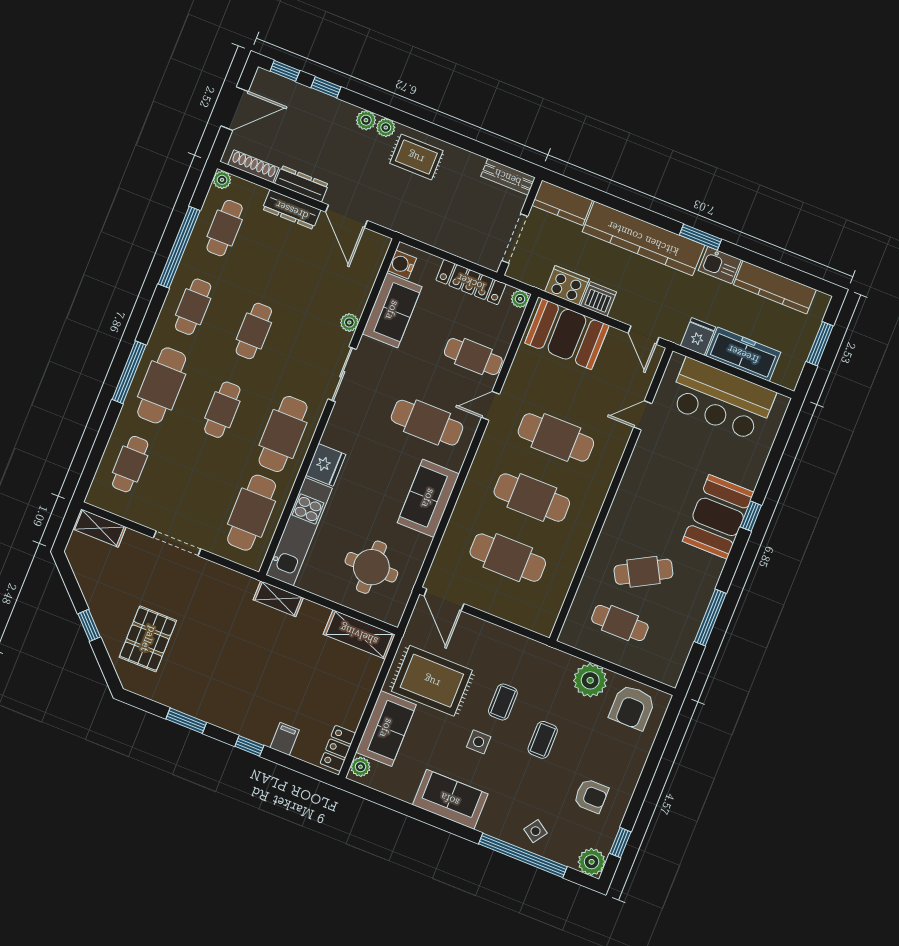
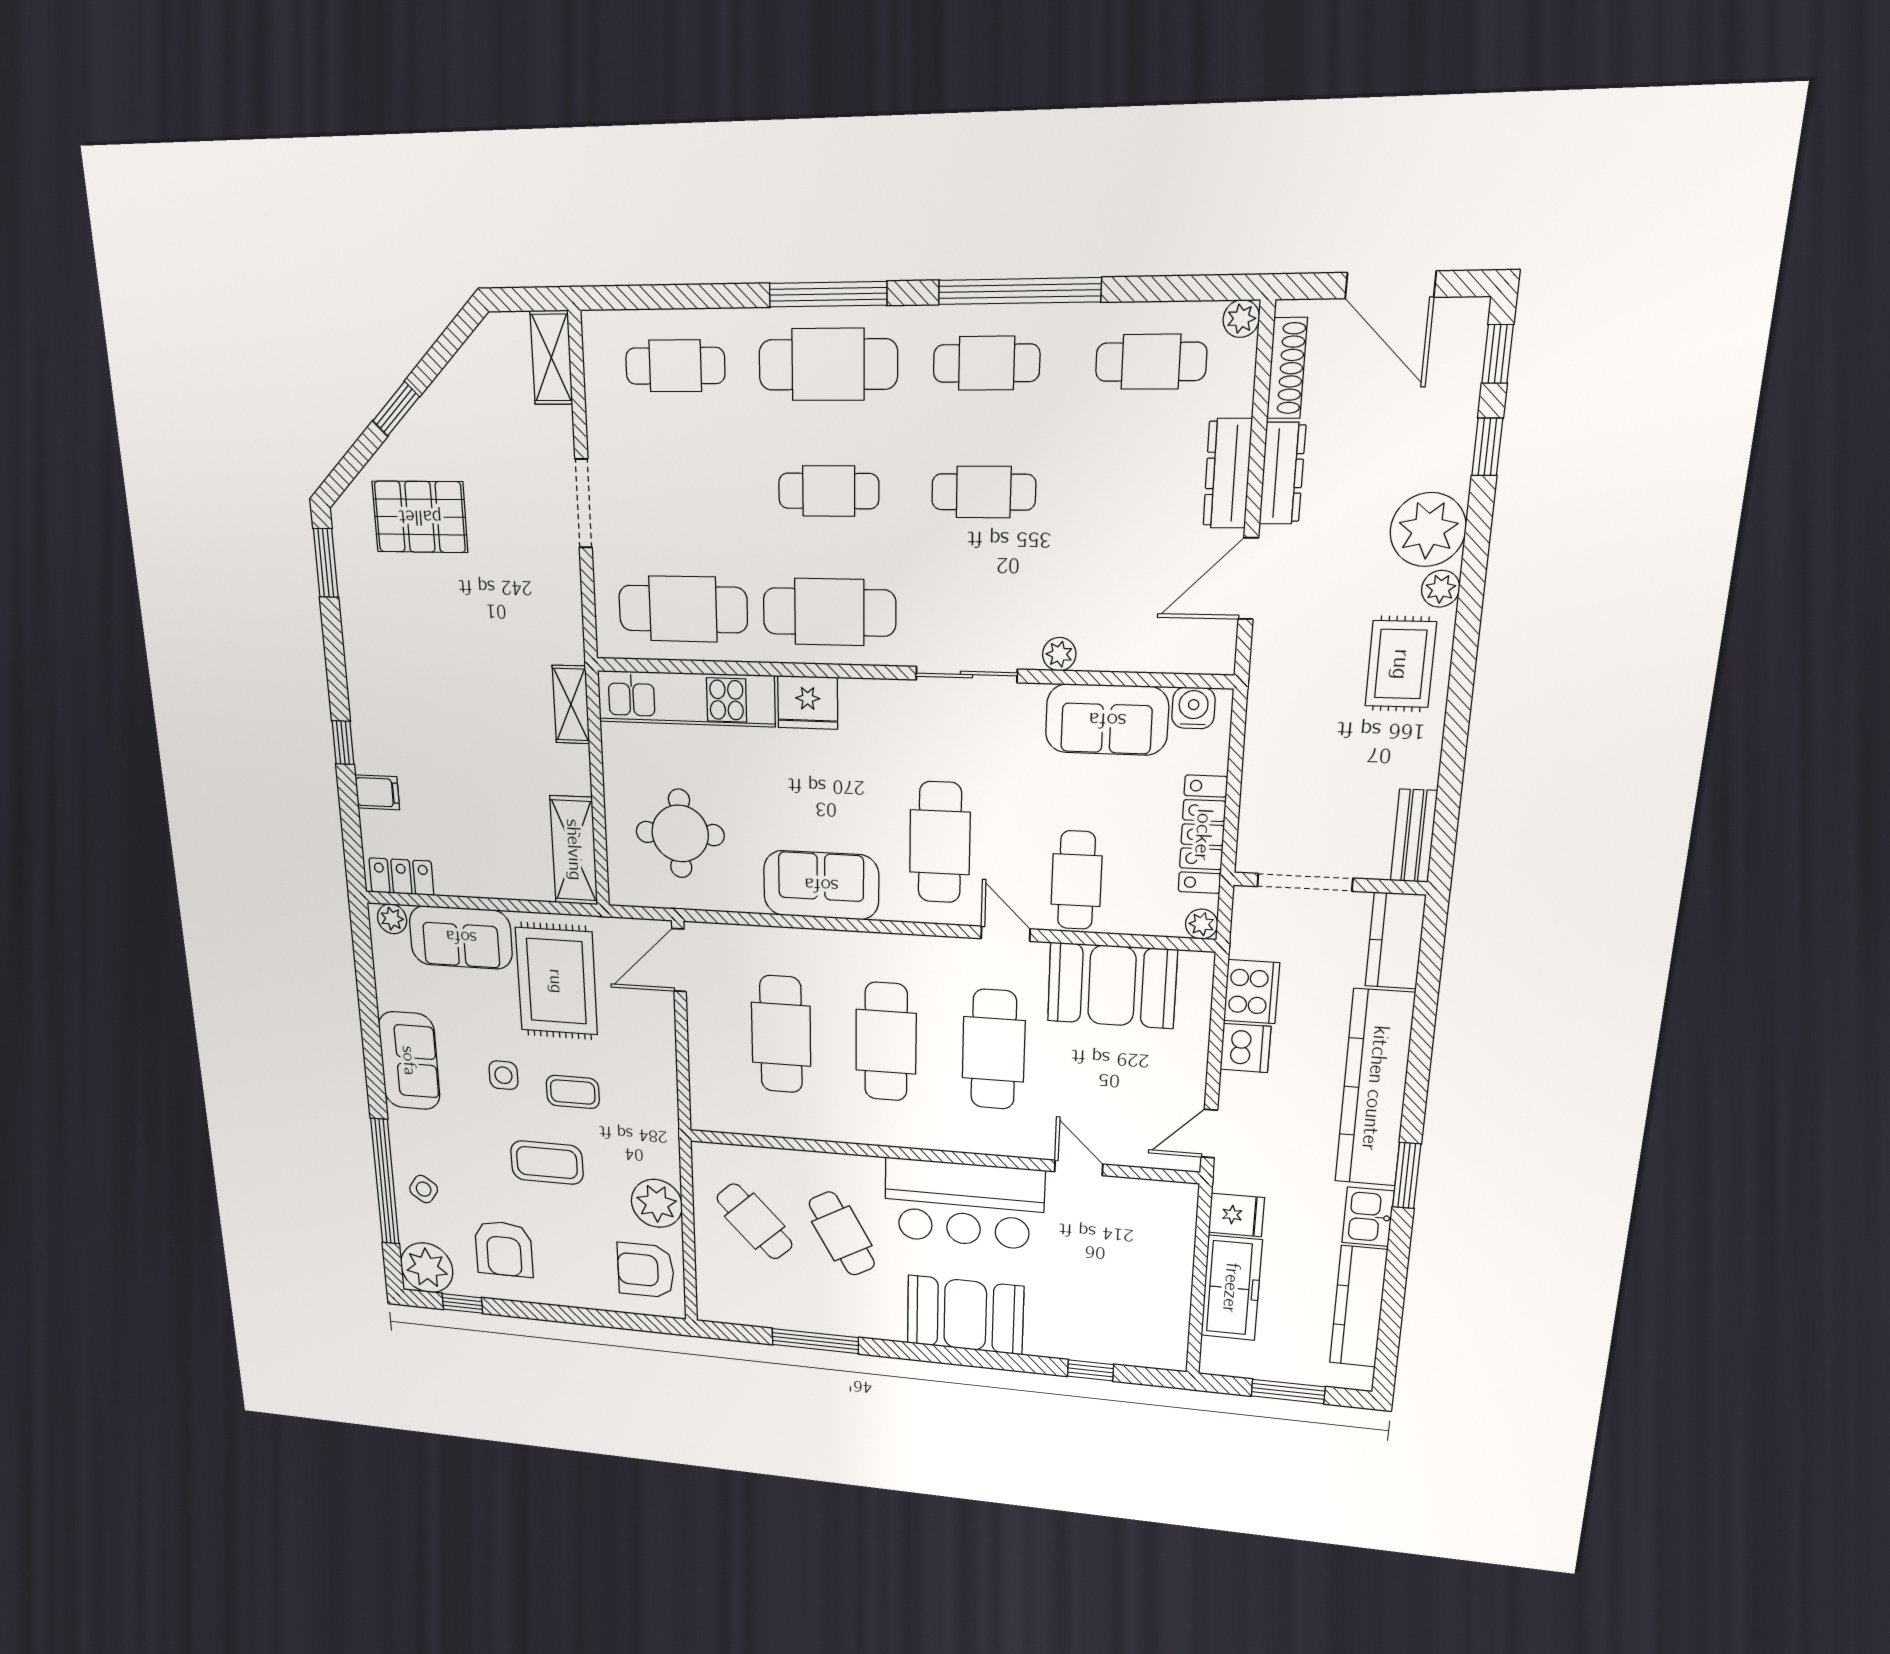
plant: (366, 120) -> (1428, 530), width x1.87, depth x1.87
window: (179, 247) -> (1019, 291), moved
booth: (567, 334) -> (1112, 985), moved, turned 90
bar counter: (722, 399) -> (964, 1204), moved, turned -90
window: (751, 516) -> (1090, 1370), moved
cafe table: (620, 623) -> (755, 1221), turned -43
window: (186, 721) -> (326, 563), moved
coffee table: (543, 740) -> (547, 1163), width x1.36, depth x1.30
armchair: (591, 796) -> (504, 1249), width x1.38, depth x1.38
plant: (592, 862) -> (427, 1268), width x1.36, depth x1.36

